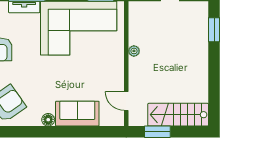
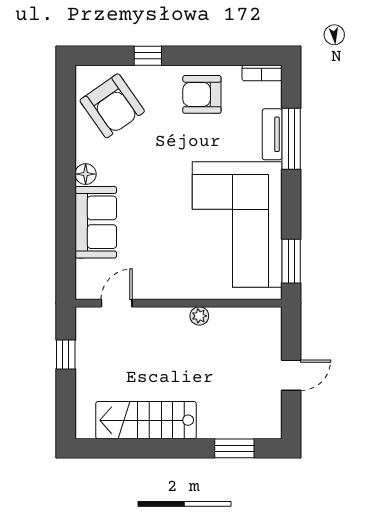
stairs: (178, 115) -> (146, 420), moved, turned -90
window: (157, 132) -> (66, 354), width x0.67

